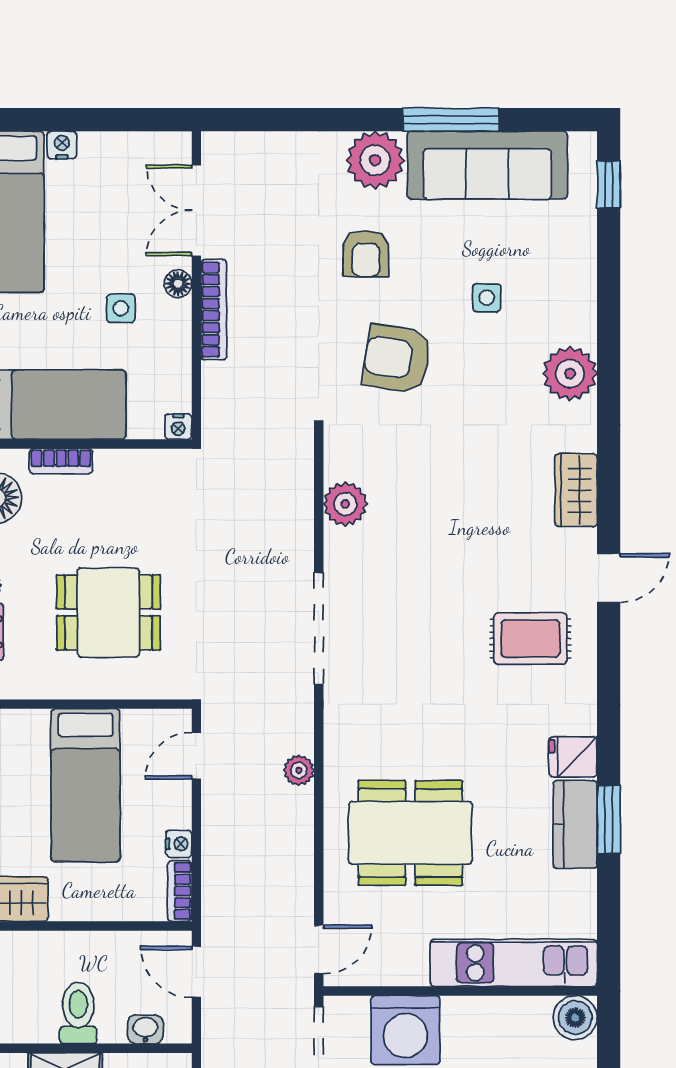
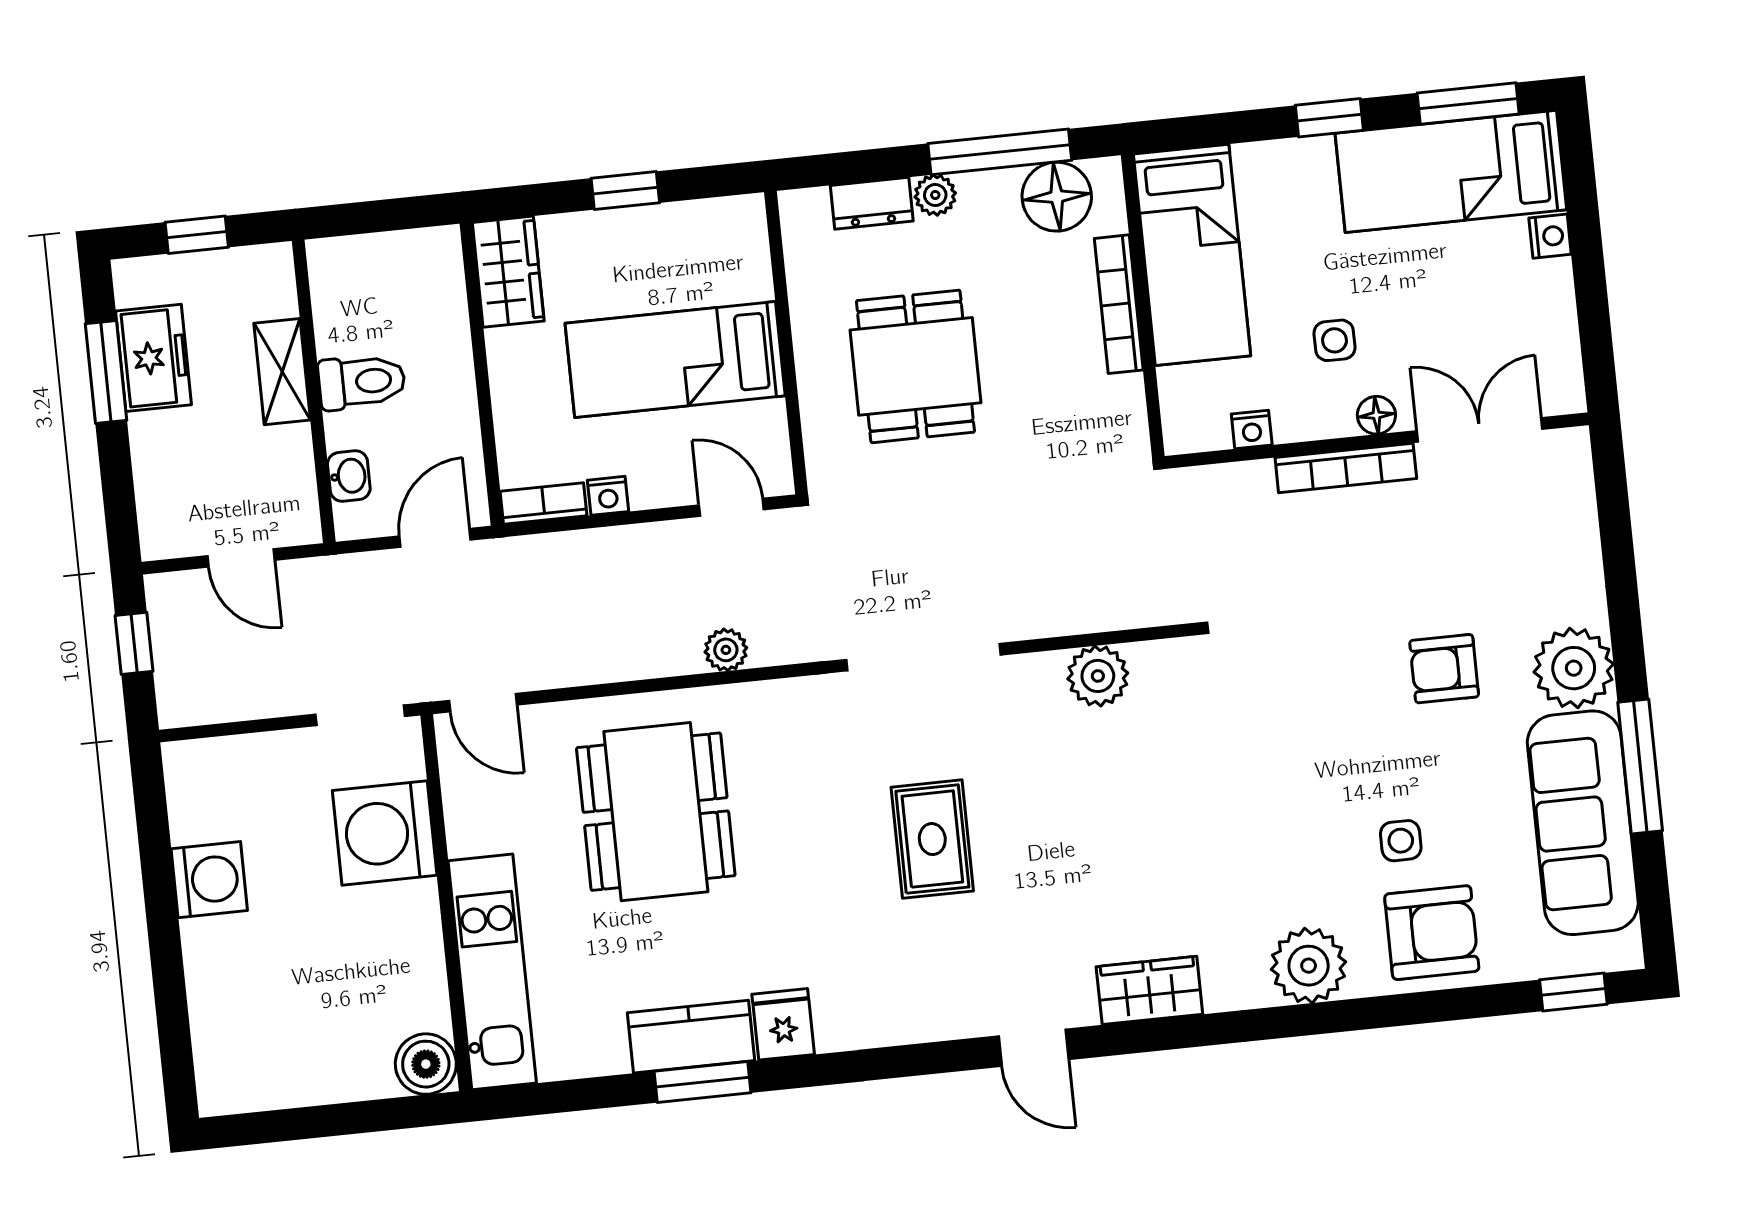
armchair: (397, 359) -> (1432, 933), moved, turned 81
nightstand: (178, 427) -> (1252, 429), moved, turned -90
bookcase: (61, 461) -> (1119, 304), width x1.56
rug: (530, 639) -> (932, 839), moved

